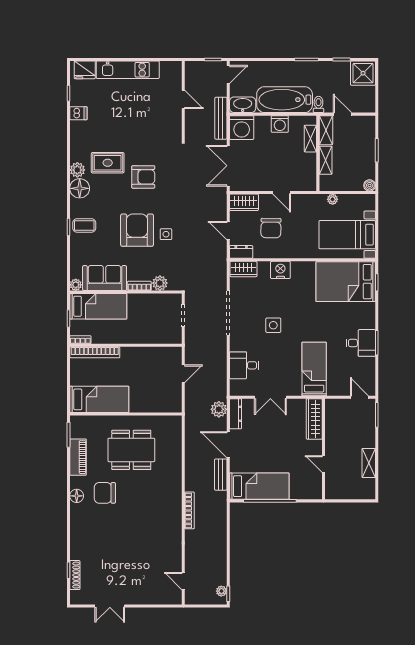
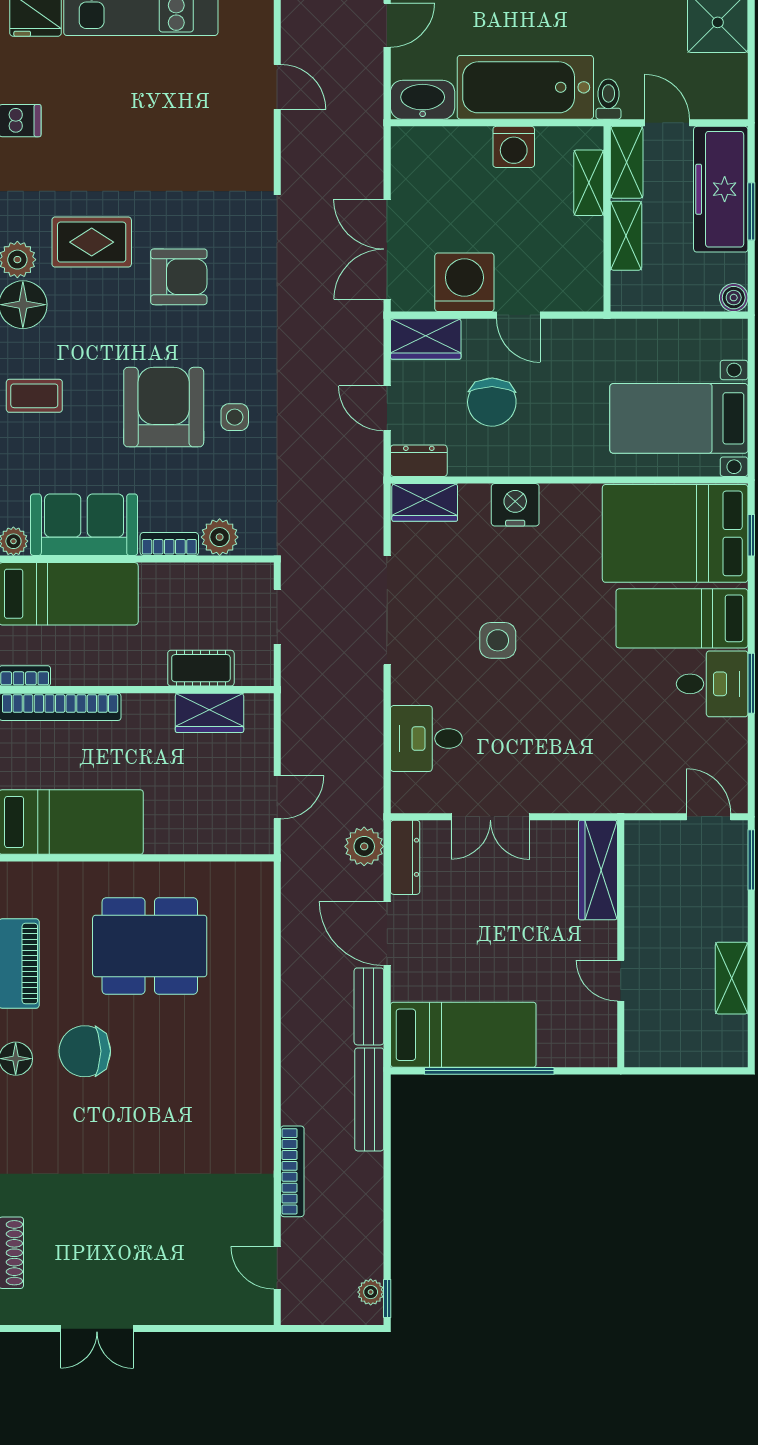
bench: (221, 118) -> (369, 1099), moved
washing machine: (242, 128) -> (464, 282), moved, turned 180
freezer: (364, 141) -> (721, 189), added
plant: (333, 199) -> (643, 332), removed
cot: (152, 337) -> (201, 668), added
wardrobe: (156, 355) -> (209, 713), added
bed: (314, 369) -> (682, 618), moved, turned -90
door: (183, 374) -> (277, 797), moved
bookcase: (189, 510) -> (292, 1171), moved

